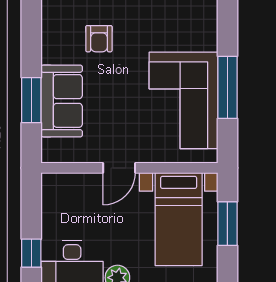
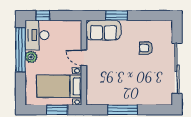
corner sofa: (183, 100) -> (116, 89), removed
sofa: (62, 101) -> (103, 30), moved

